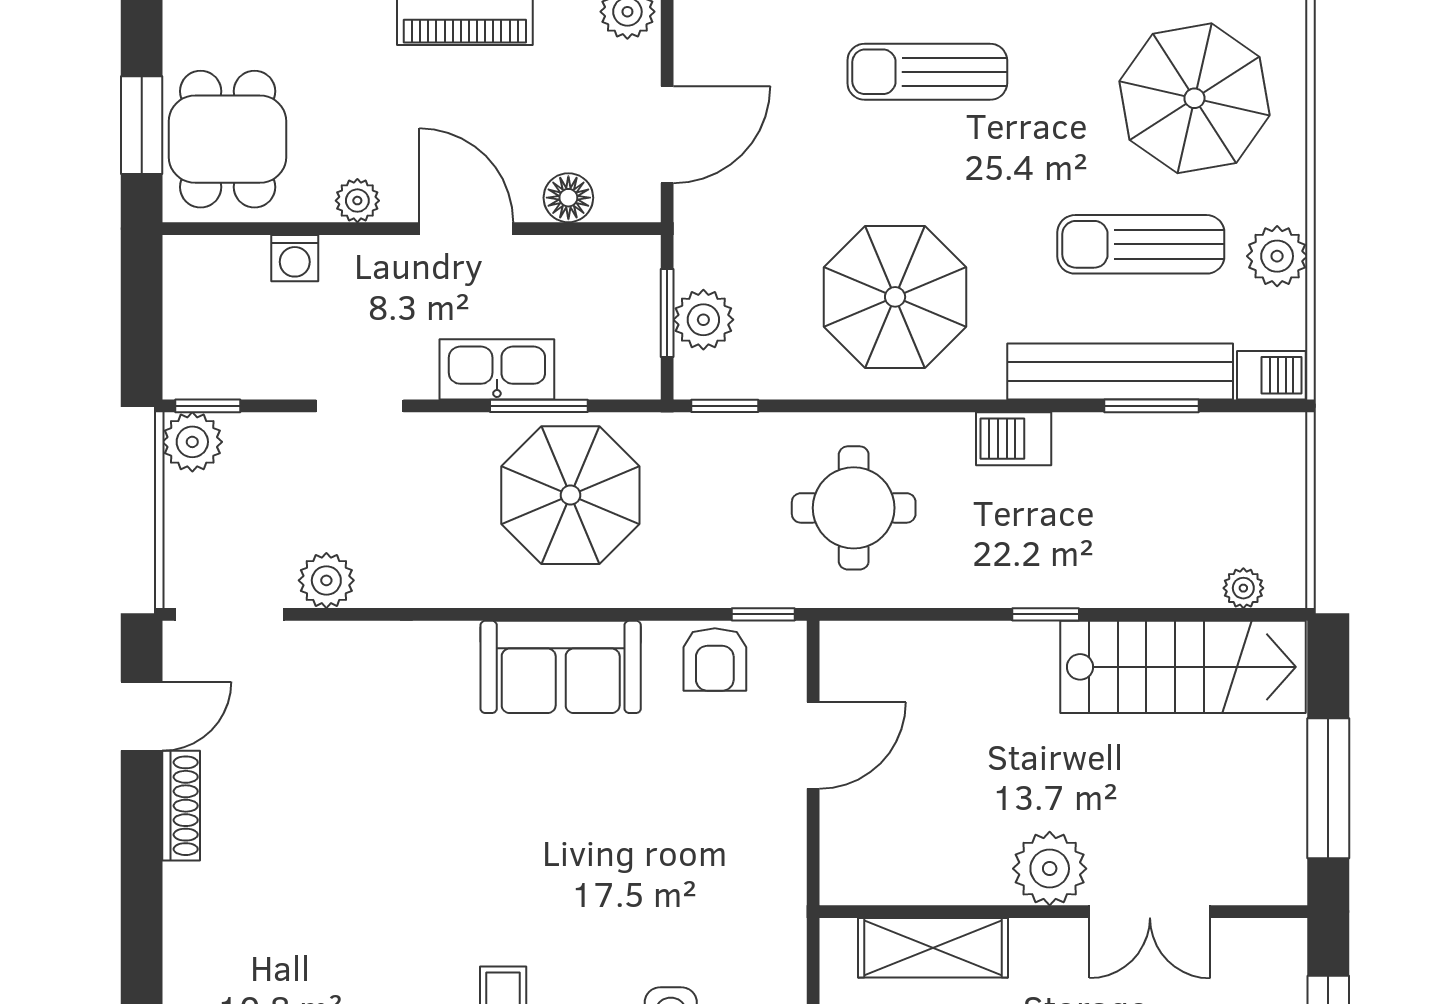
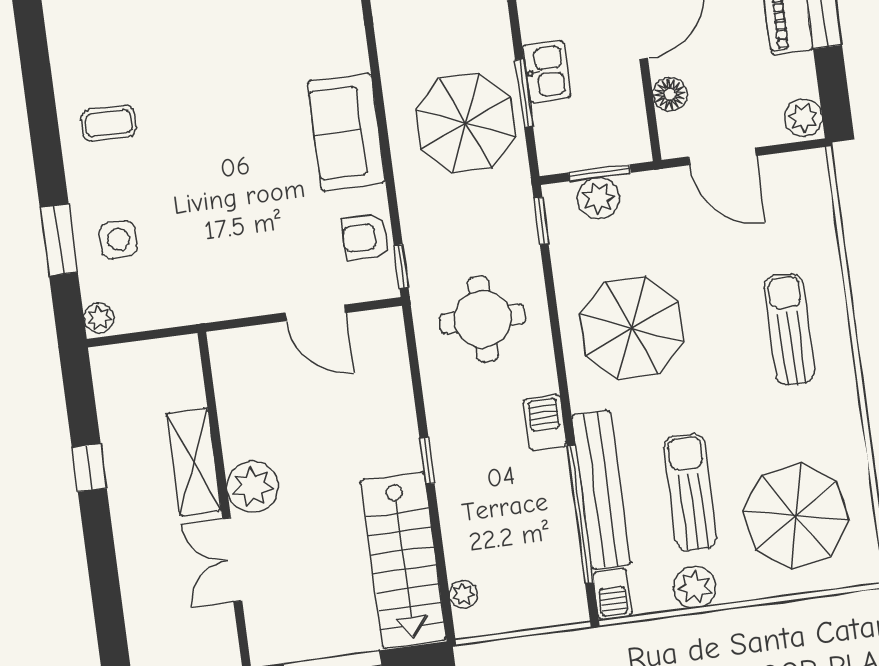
kitchen sink: (497, 369) -> (547, 71), width x0.73
window: (1151, 406) -> (580, 514), width x2.11
shelving: (933, 948) -> (194, 462), moved

